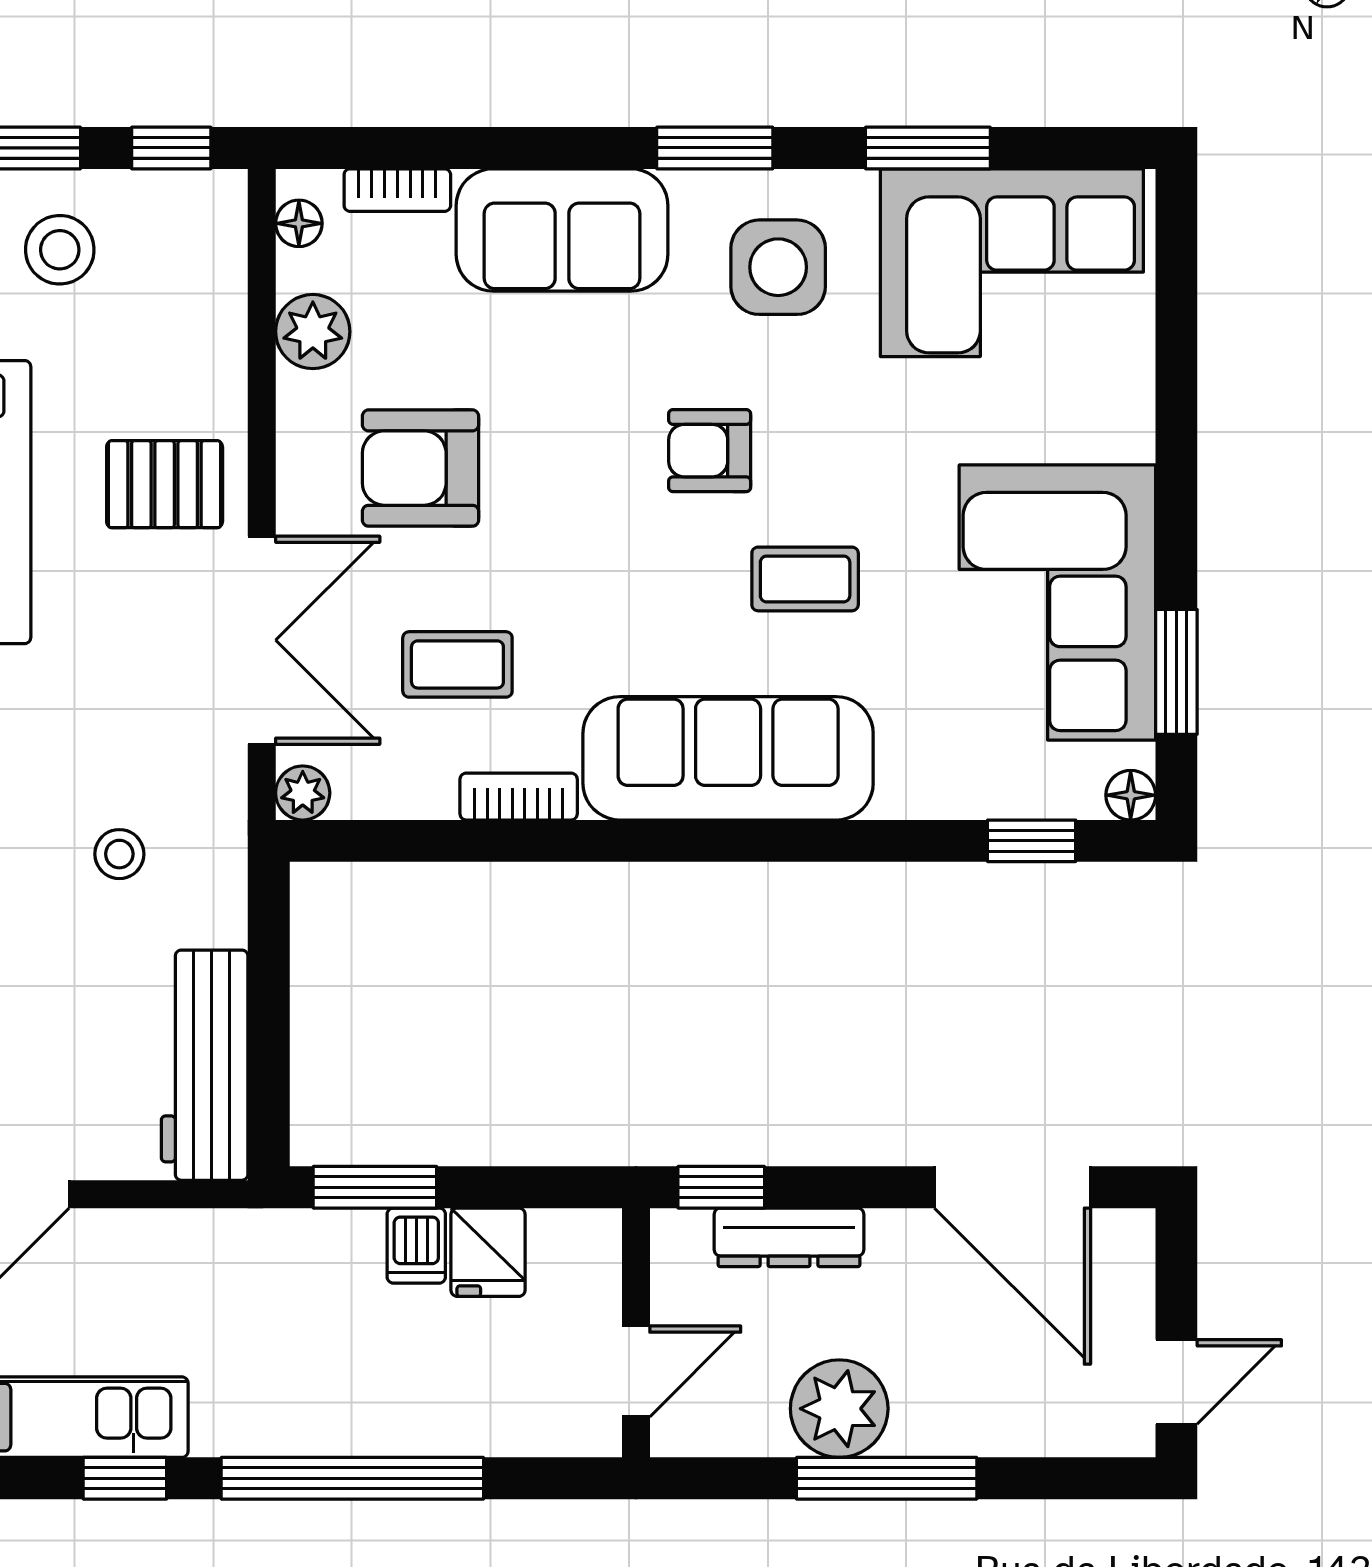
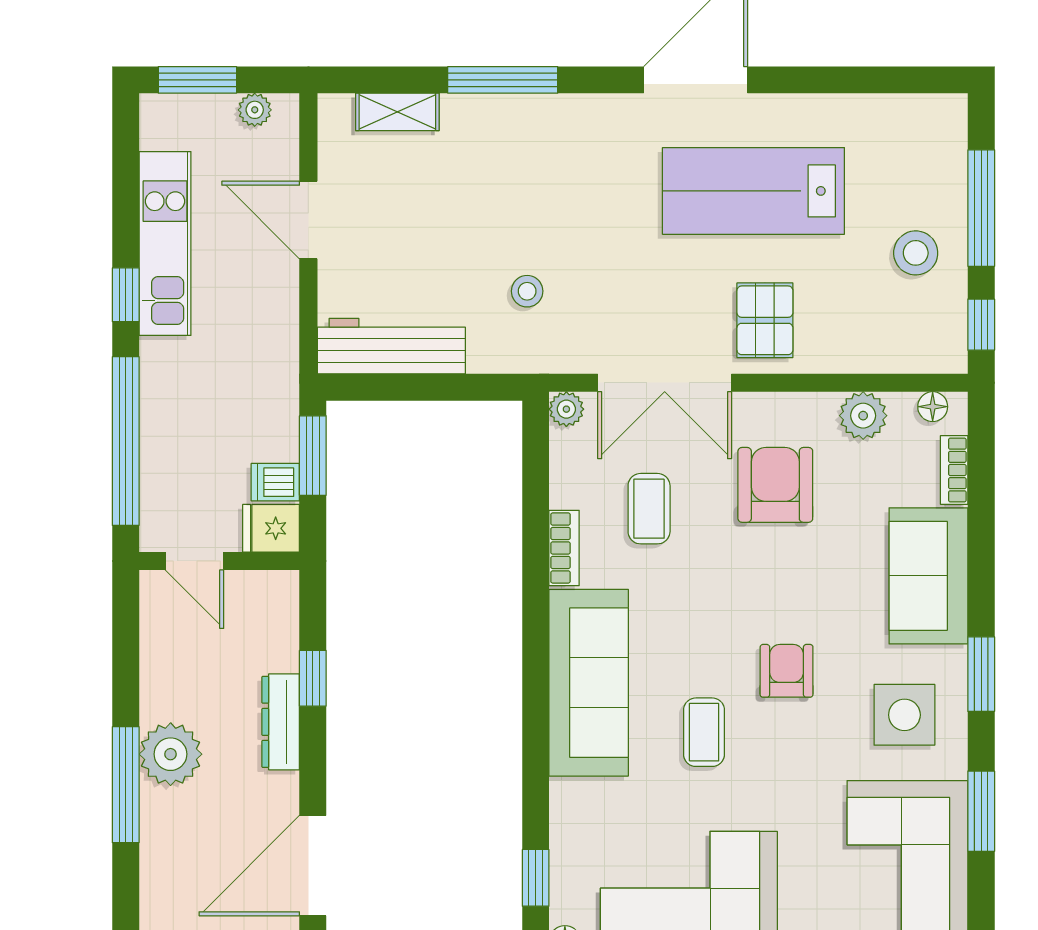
wall: (636, 1333) -> (219, 561), moved
door: (636, 1371) -> (194, 561), moved

